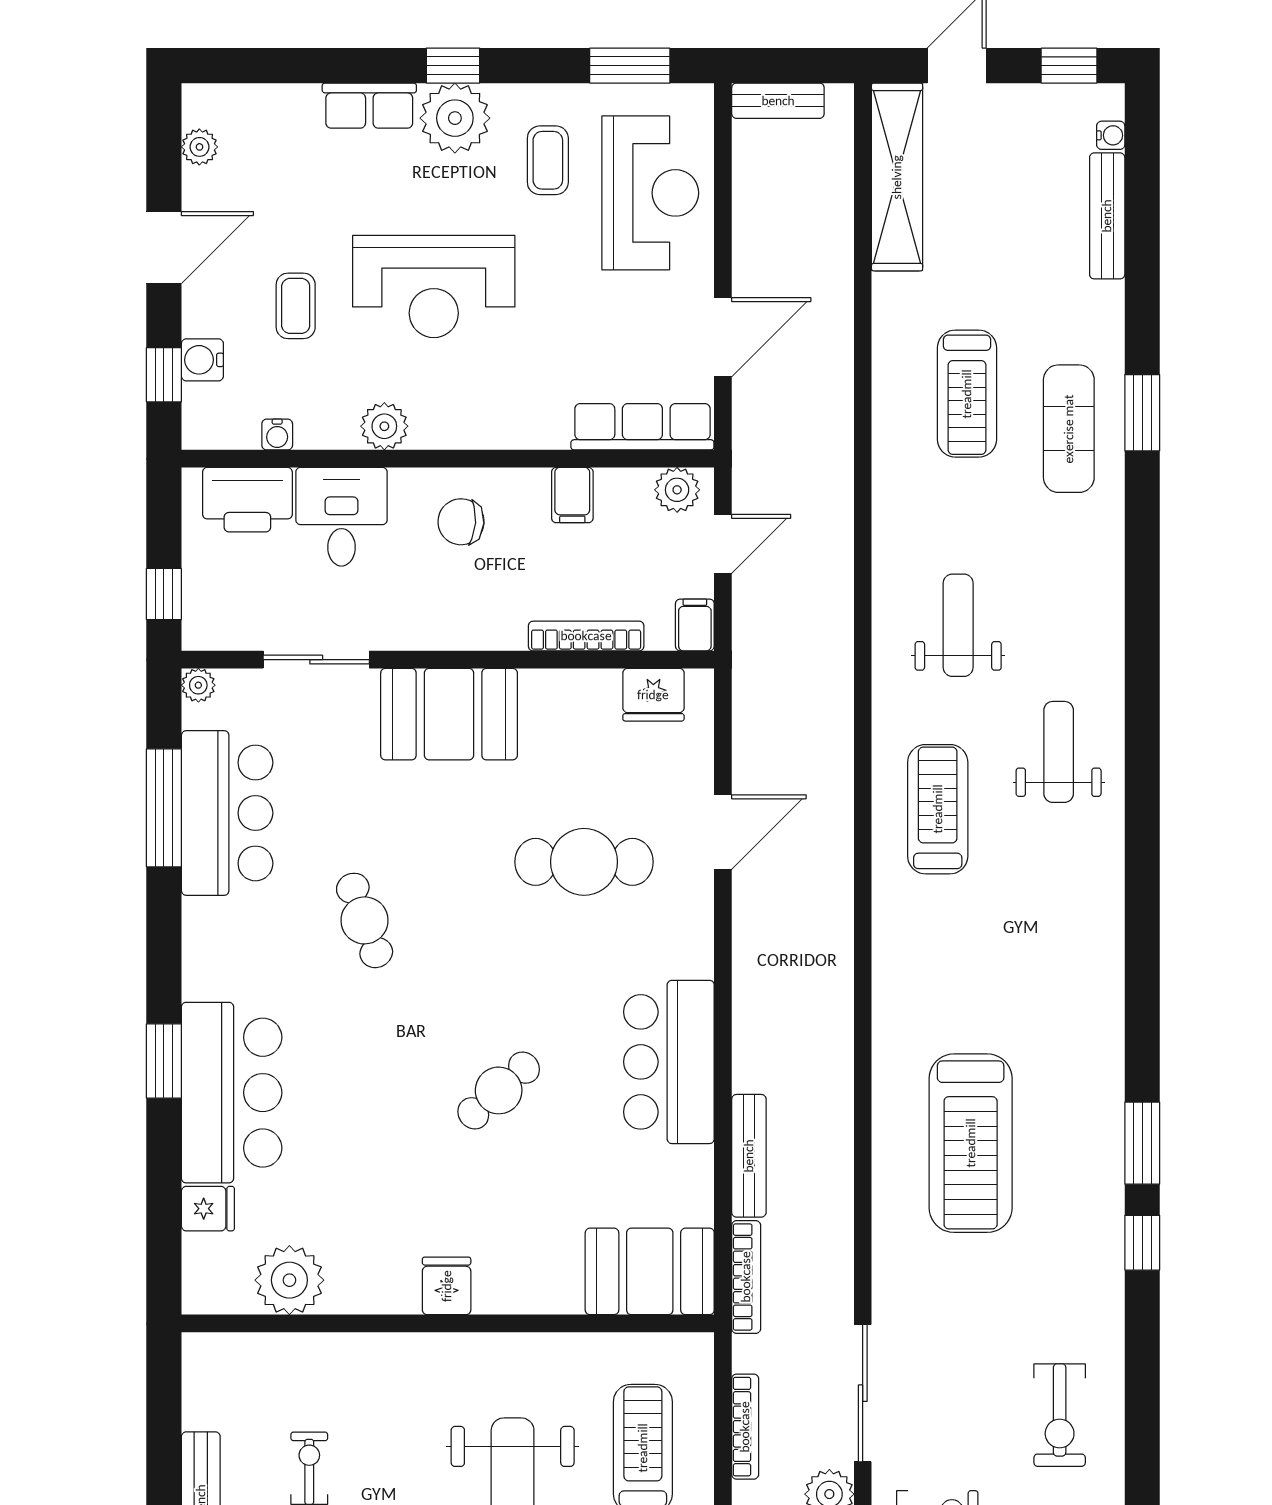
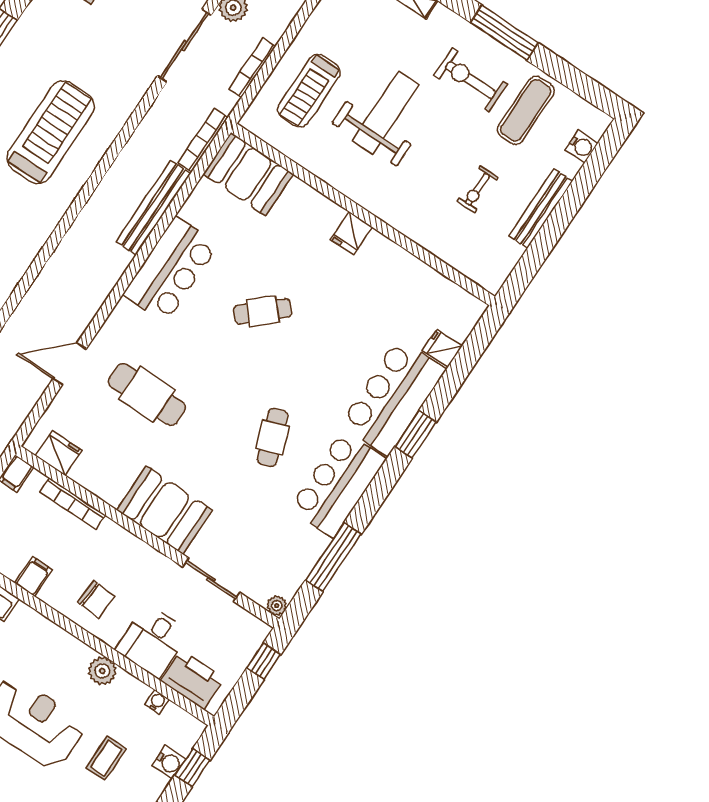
bar counter: (227, 813) -> (338, 484), moved
bench: (749, 1156) -> (153, 208), width x1.37, depth x1.21
plant: (289, 1280) -> (426, 287), removed

